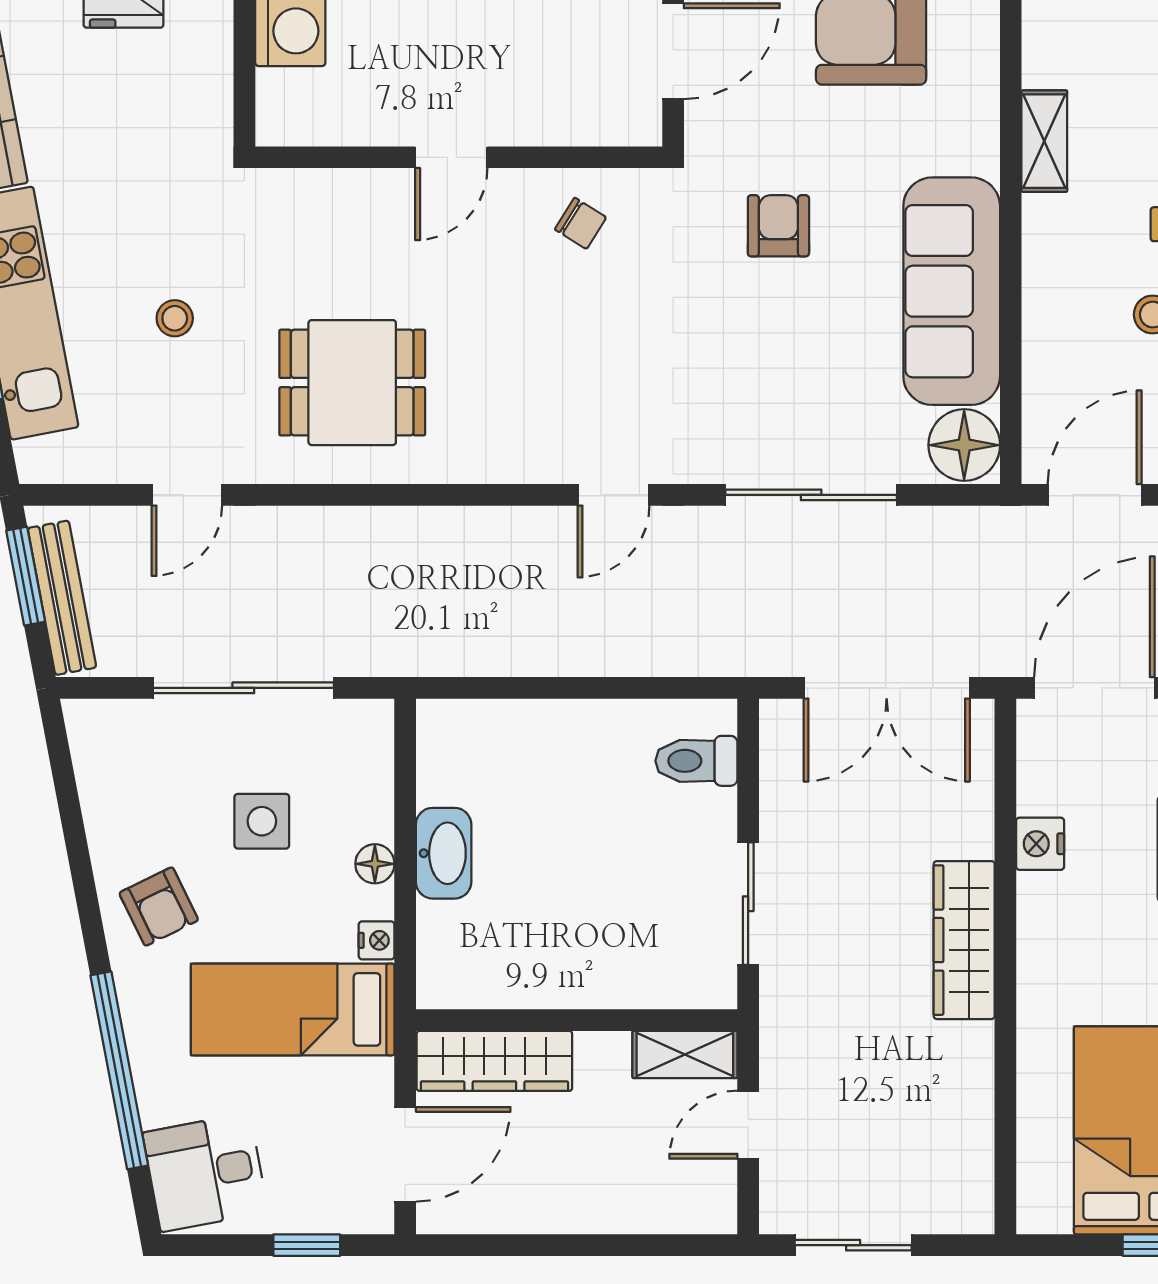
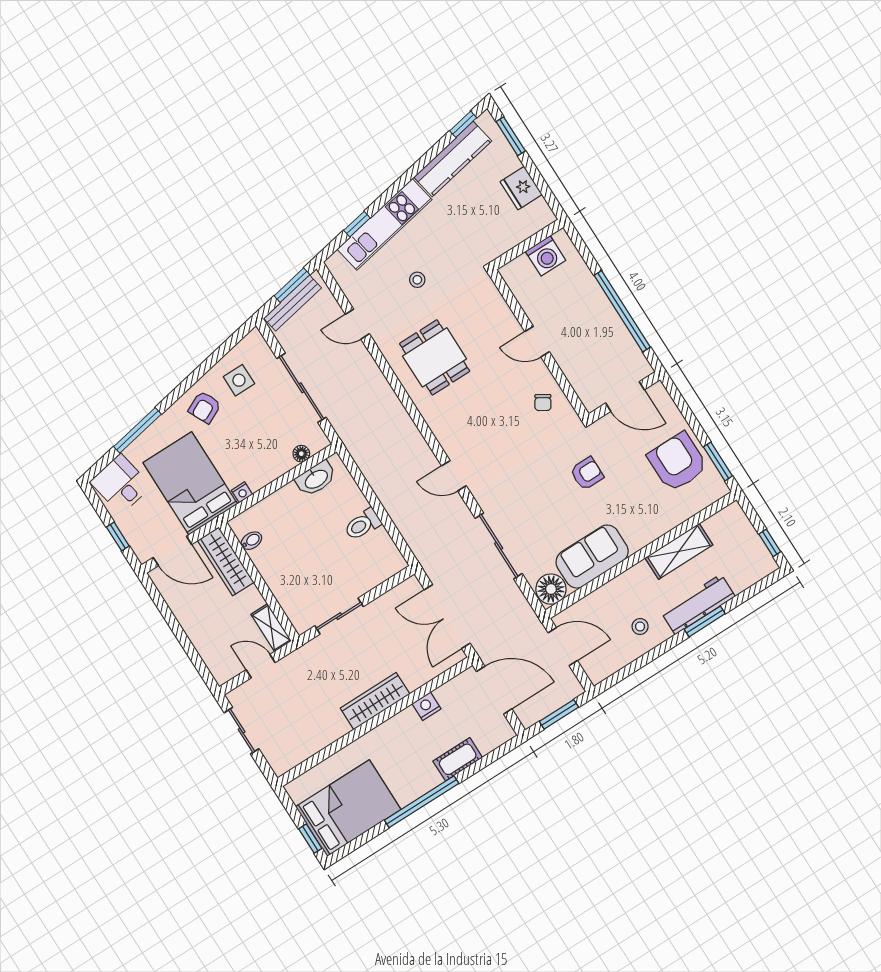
shelving: (1044, 141) -> (679, 551), width x1.50, depth x1.33
sofa: (952, 291) -> (592, 557), width x0.73
toilet: (696, 761) -> (363, 524), moved, turned -90
side table: (262, 821) -> (239, 380), moved
washbasin: (444, 853) -> (316, 479), moved
floor lamp: (375, 864) -> (301, 454), moved
bidet: (485, 983) -> (251, 541), added
bed: (293, 1009) -> (190, 483), width x1.50
window: (119, 1070) -> (137, 430), width x0.68

